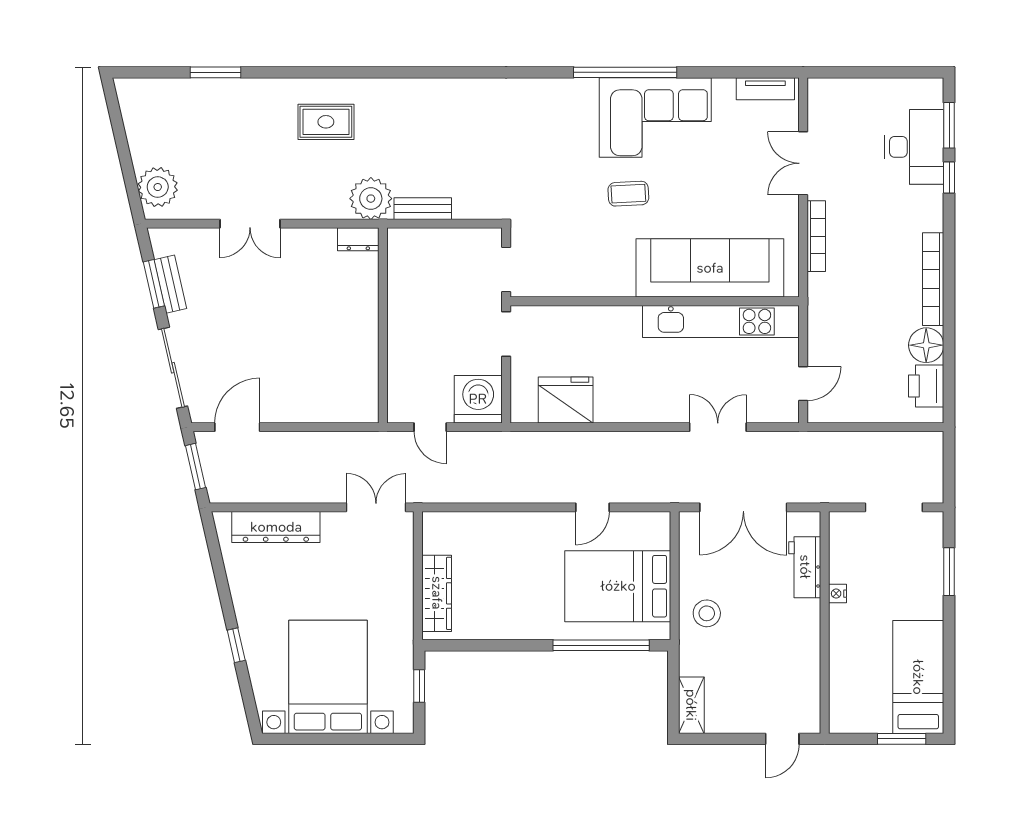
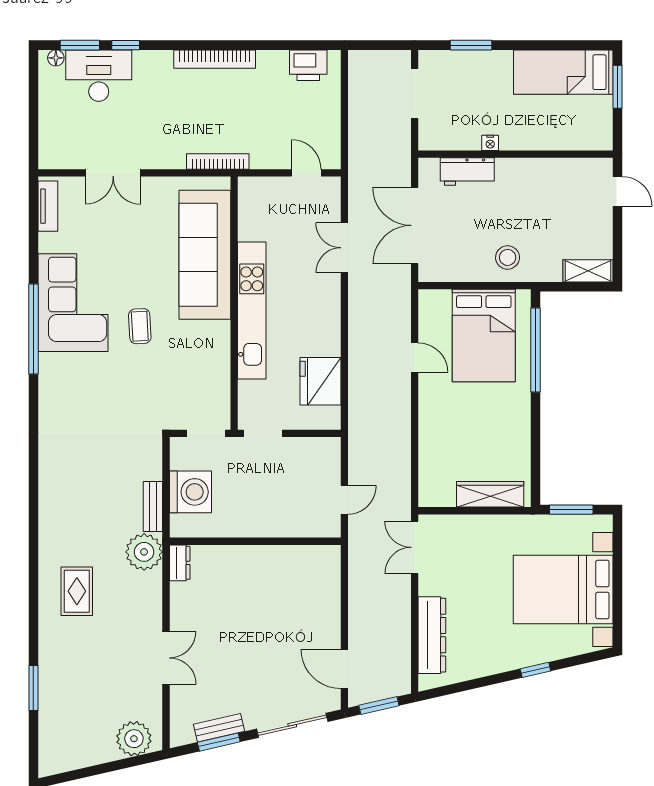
bookcase: (816, 236) -> (218, 162), moved
kitchen unit: (721, 321) -> (252, 310), moved
floor lamp: (926, 345) -> (56, 58), moved, width x0.53, depth x0.53
washing machine: (478, 399) -> (190, 492), moved, turned 180
double door: (743, 507) -> (415, 225), swing flipped
window: (419, 686) -> (571, 510), width x1.50

